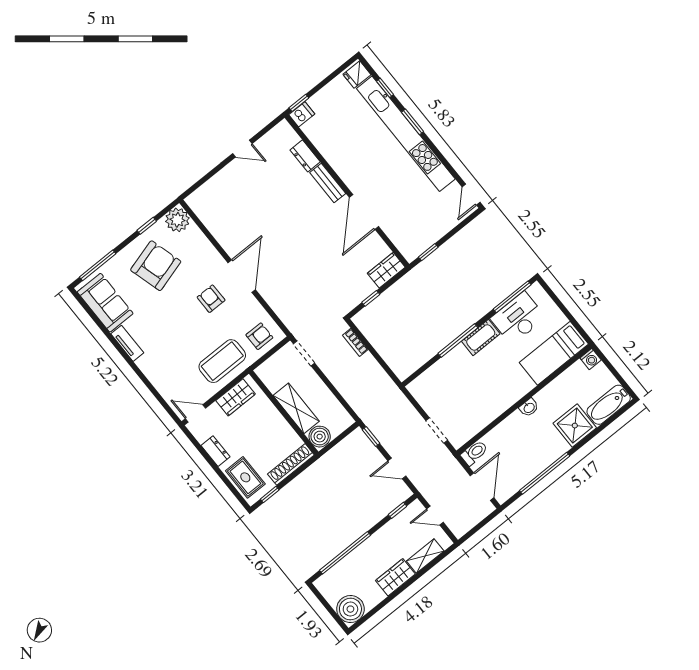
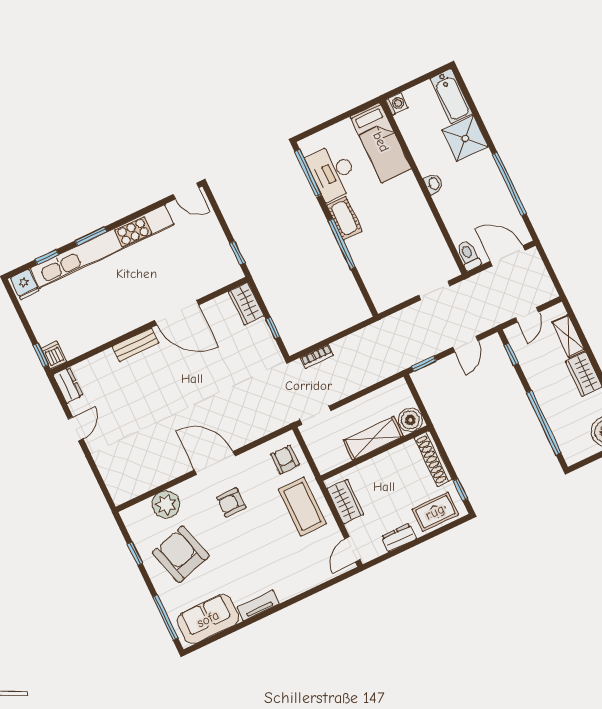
dresser: (305, 156) -> (68, 385), moved, turned -90
plant: (177, 220) -> (166, 504), moved

